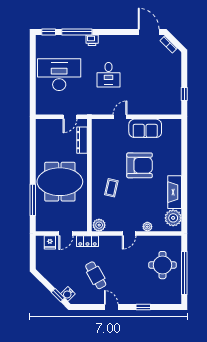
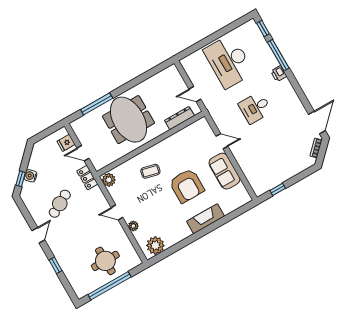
desk: (59, 75) -> (229, 61), turned 180
fireplace: (175, 192) -> (206, 219), moved
water cooler: (68, 294) -> (31, 176), moved

